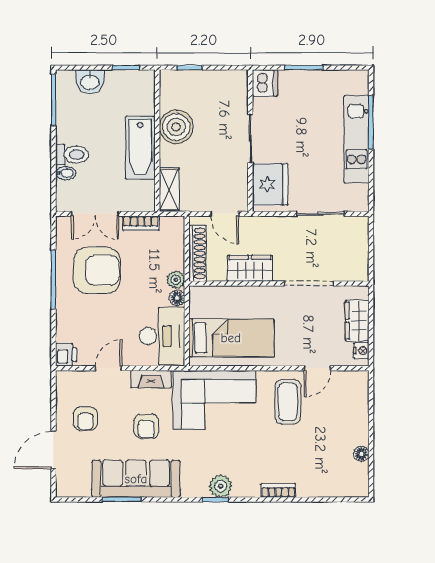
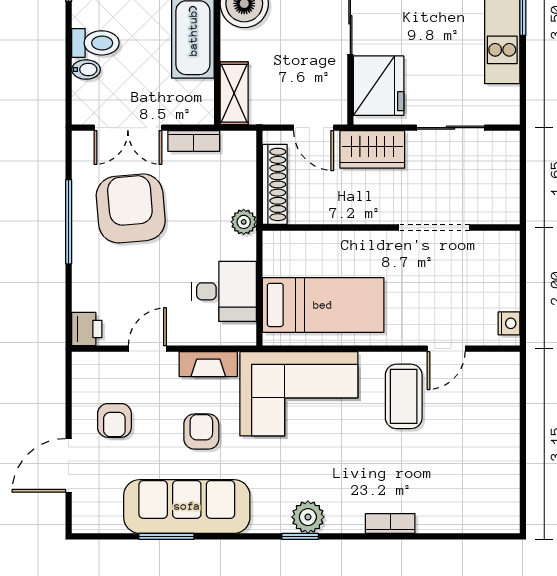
wardrobe: (250, 268) -> (372, 149), moved, turned 180
armchair: (97, 270) -> (131, 208), turned -95
floor lamp: (177, 298) -> (246, 248), removed
wardrobe: (357, 321) -> (503, 280), removed
desk: (162, 336) -> (224, 291), width x0.73
armchair: (146, 426) -> (201, 432), turned 180
floor lamp: (361, 454) -> (509, 471), removed

